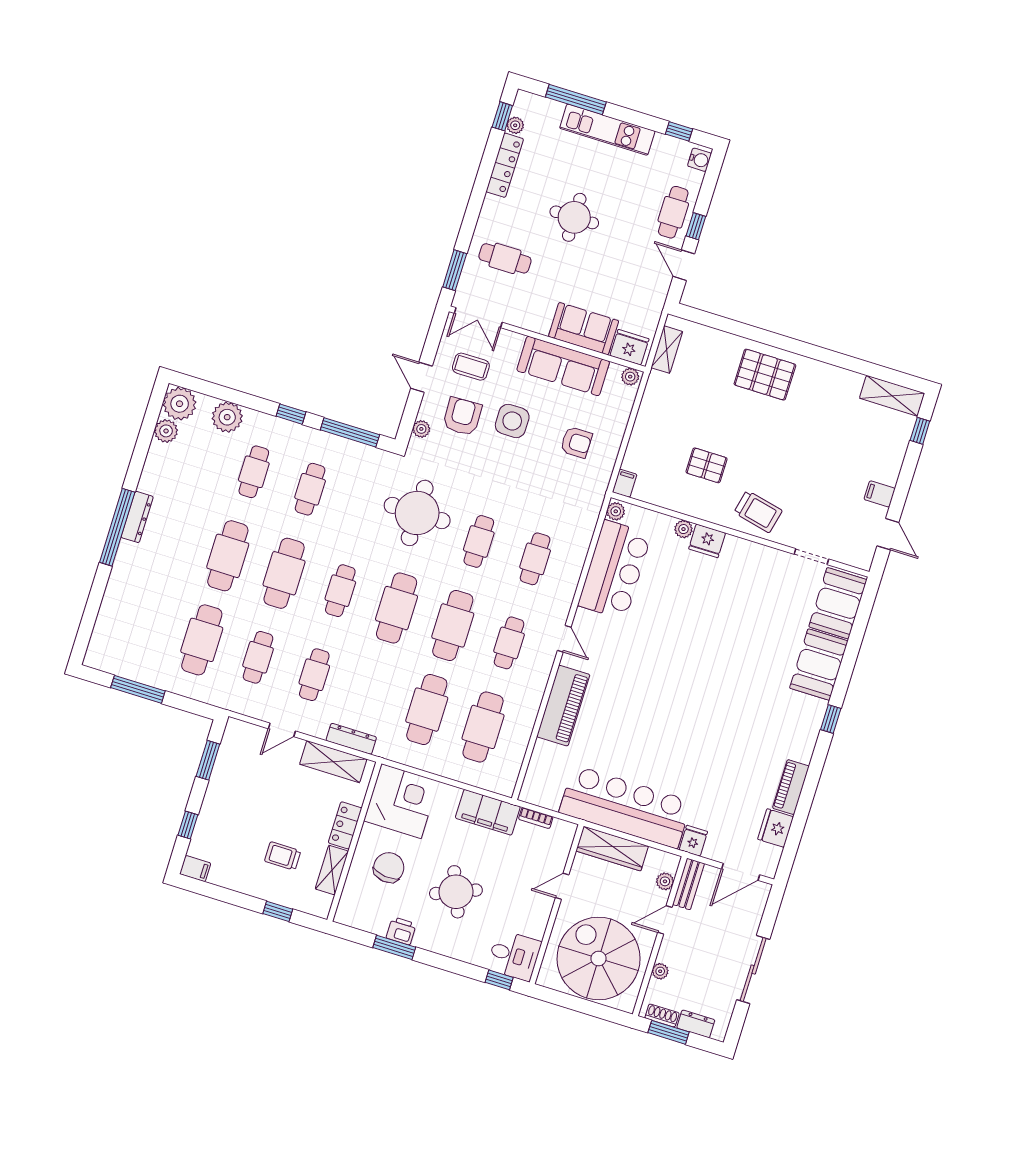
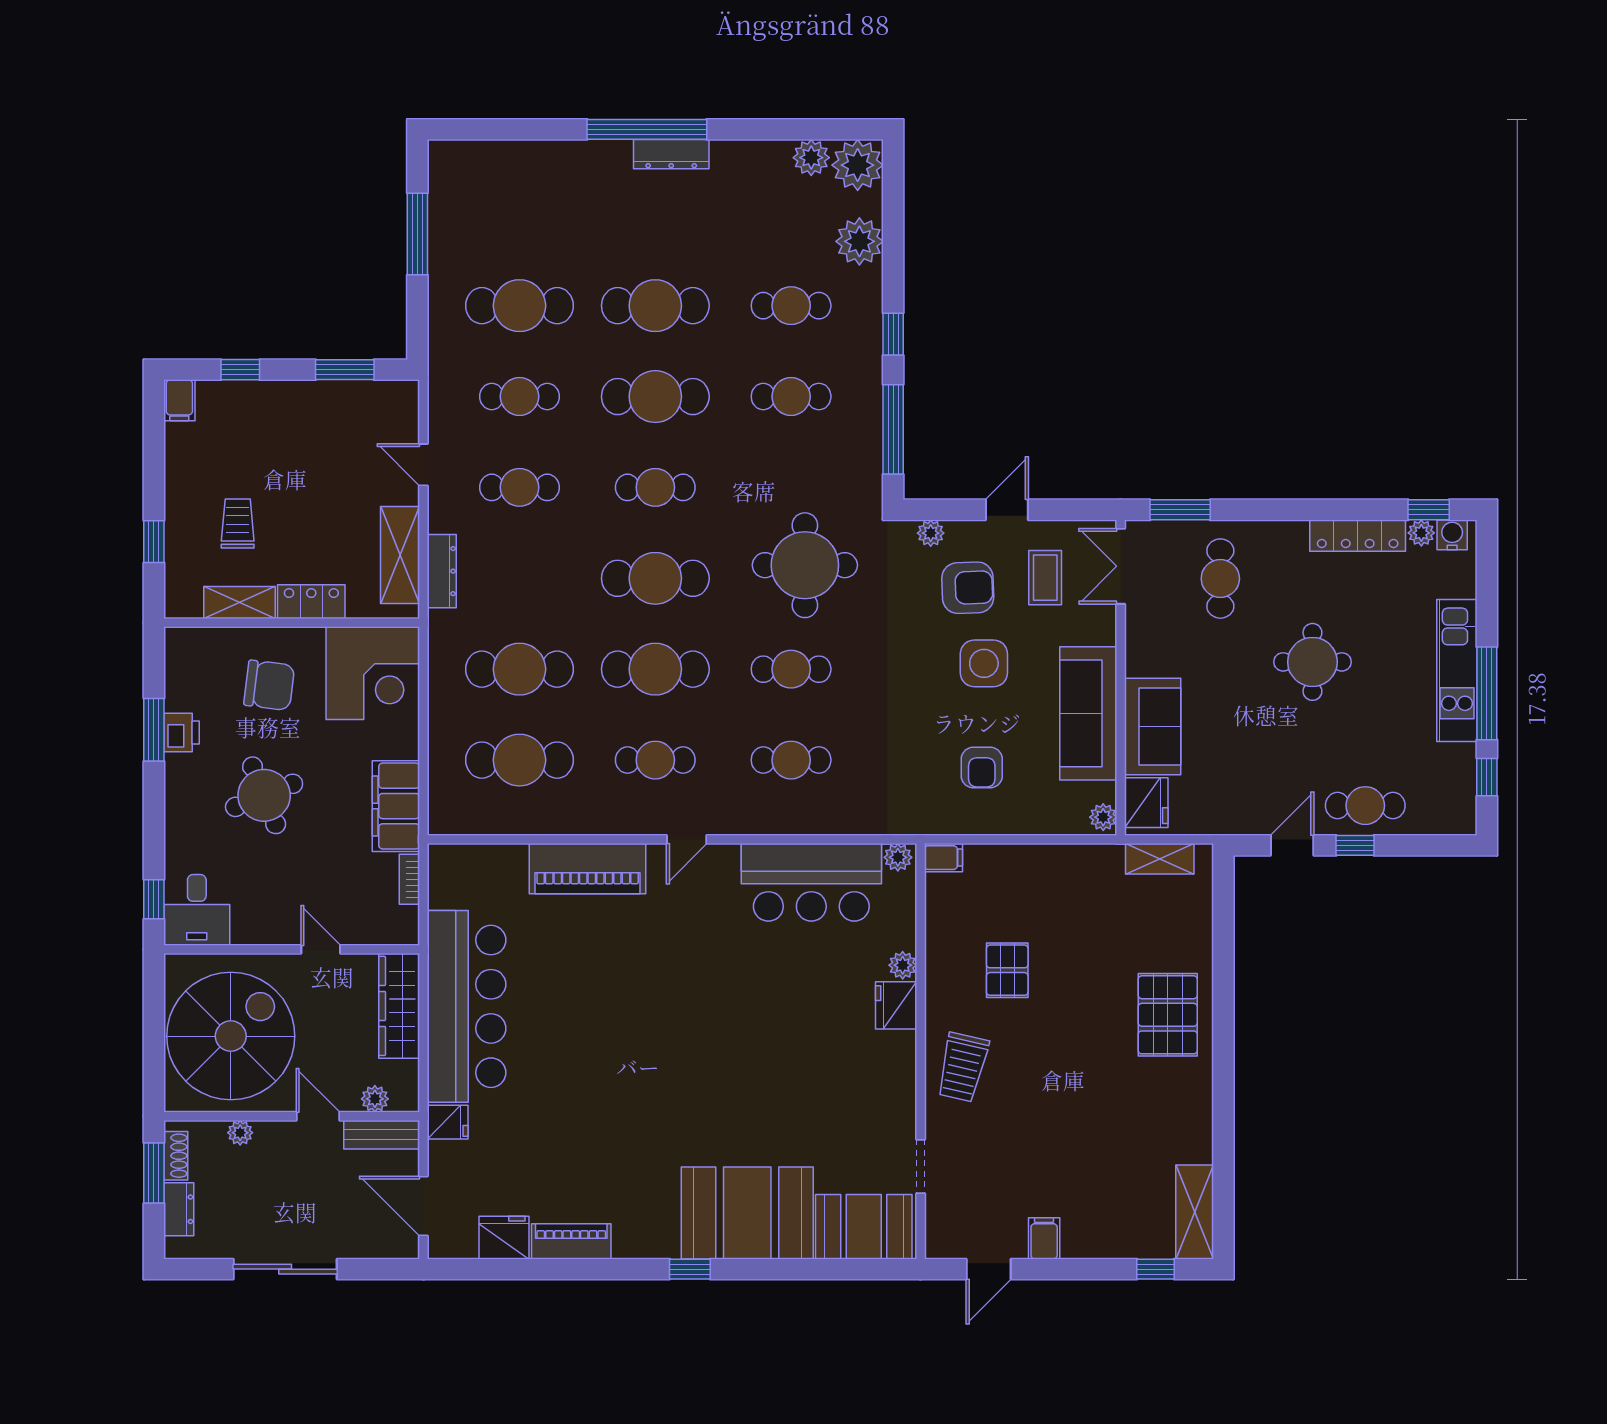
window: (576, 99) -> (1487, 693), moved
water cooler: (700, 160) -> (1452, 535), moved, turned 180
booth: (819, 665) -> (747, 1213), width x1.36, depth x1.42

